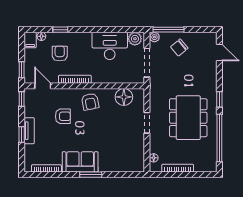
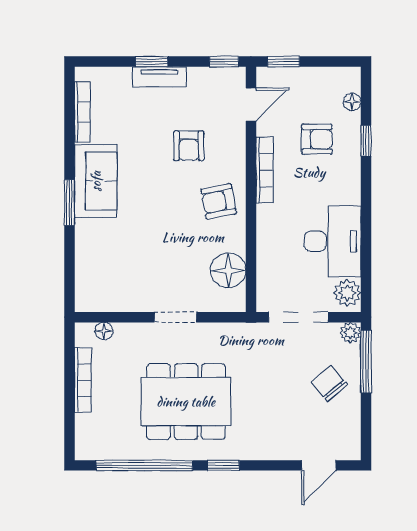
filing cabinet: (30, 40) -> (345, 79), removed

